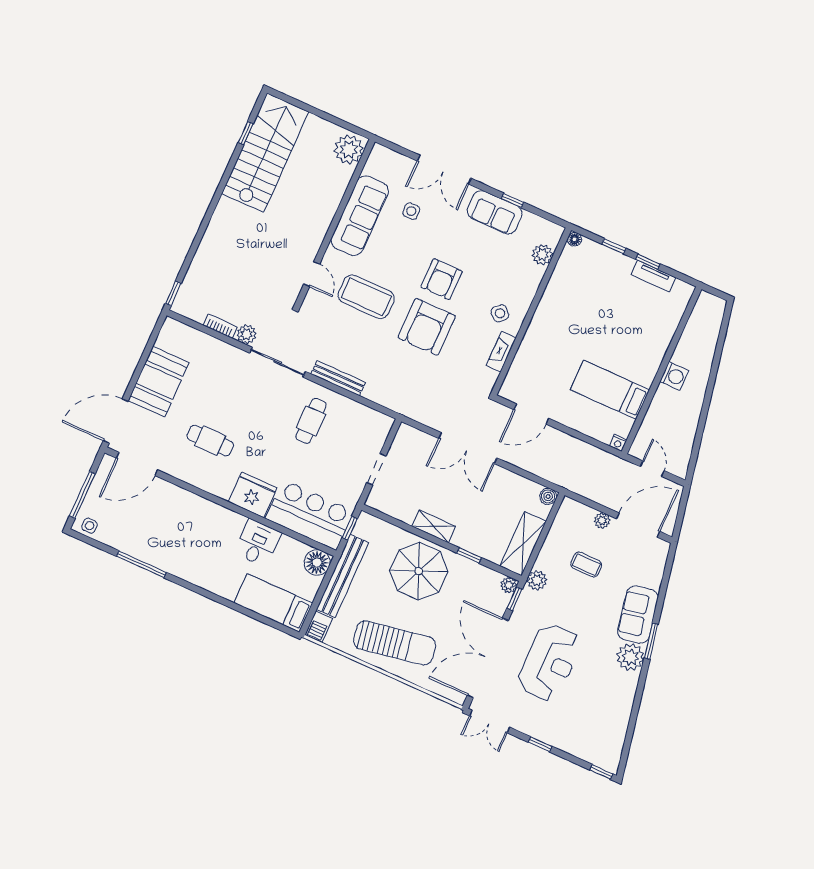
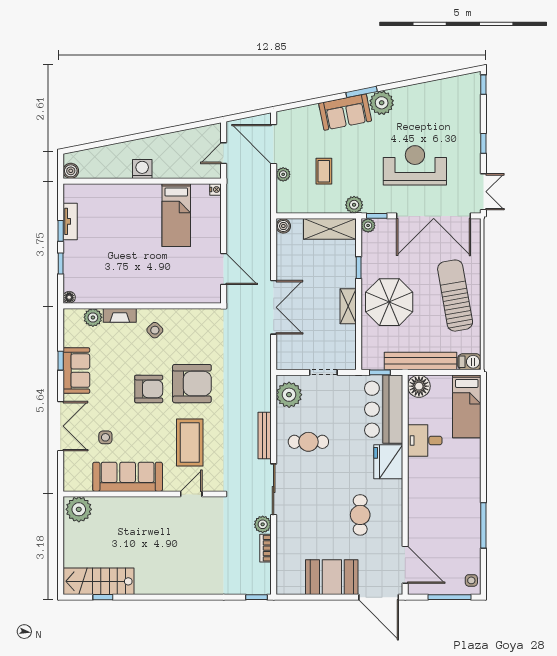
stairs: (265, 153) -> (98, 581), width x0.73, depth x0.66
boiler: (706, 301) -> (71, 171), added
fireplace: (501, 352) -> (120, 315), moved
plant: (369, 423) -> (289, 395), added

